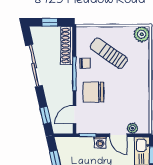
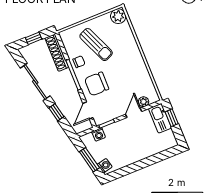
sun lounger: (109, 53) -> (96, 45), turned -148
window: (45, 115) -> (56, 112), moved
door: (118, 135) -> (134, 113), swing flipped
washing machine: (100, 142) -> (99, 135), moved

